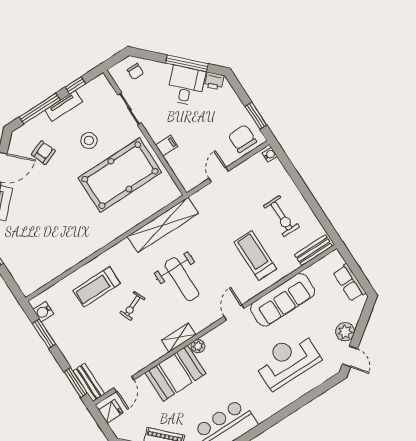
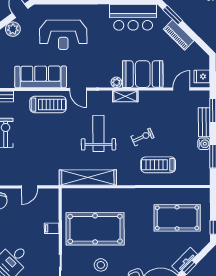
pool table: (40, 243) -> (177, 218), added
treadmill: (255, 255) -> (48, 104), moved, turned -90
treadmill: (97, 287) -> (158, 165), turned 180
water cooler: (43, 312) -> (204, 144), moved
door: (234, 312) -> (78, 89), hinge flipped
bench: (89, 382) -> (204, 122), moved

